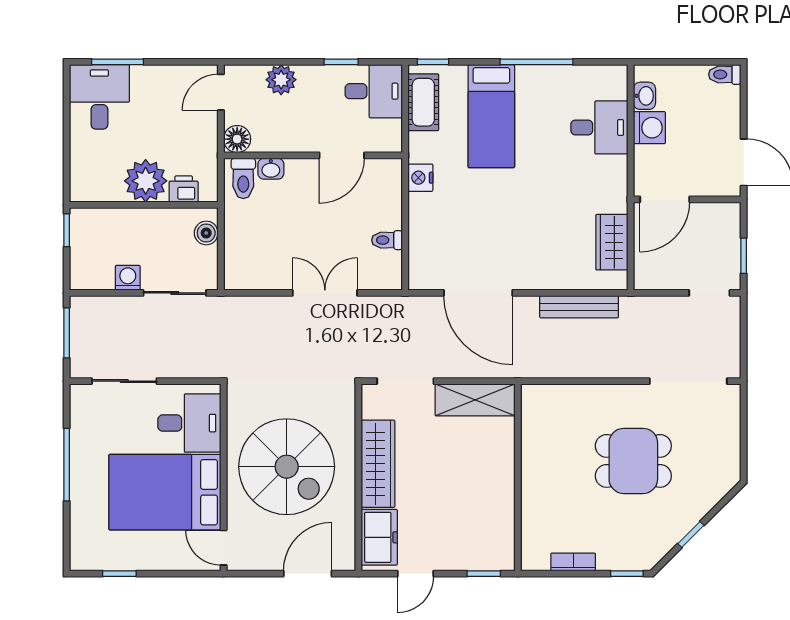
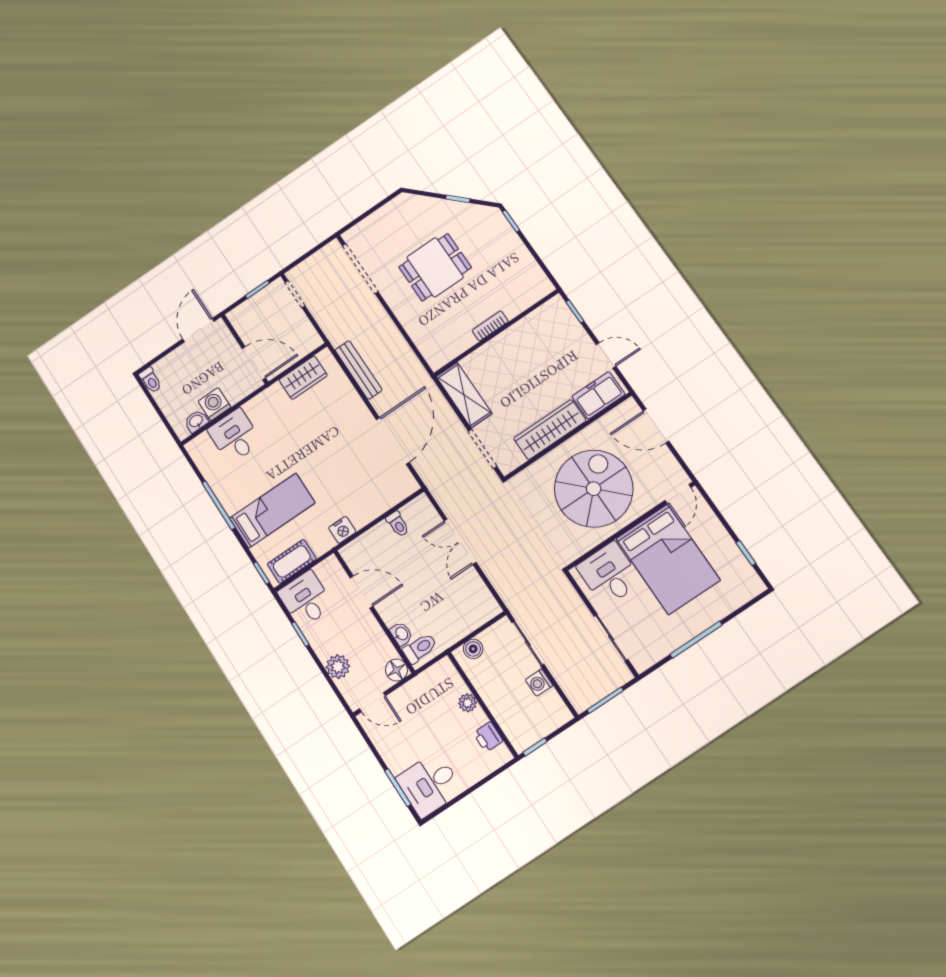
plant: (146, 181) -> (468, 703), width x0.53, depth x0.53
printer: (184, 189) -> (488, 737), moved
dining table: (633, 461) -> (435, 267), turned 90
bookcase: (573, 562) -> (490, 326), moved, turned 90

